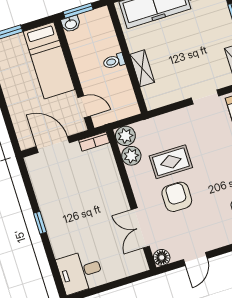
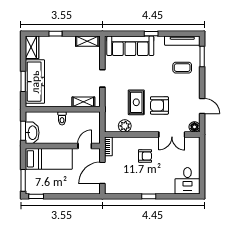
washbasin: (71, 24) -> (32, 133), width x1.91, depth x1.45
shelving: (142, 68) -> (83, 102), moved
doorway: (205, 97) -> (102, 78), moved
plant: (125, 136) -> (111, 126), removed
armchair: (97, 199) -> (145, 156), added

